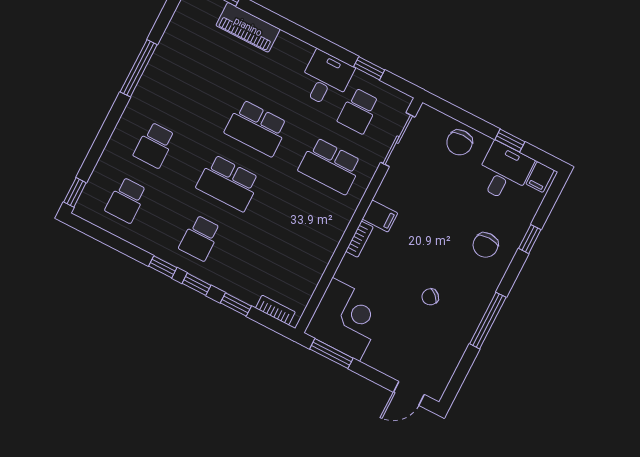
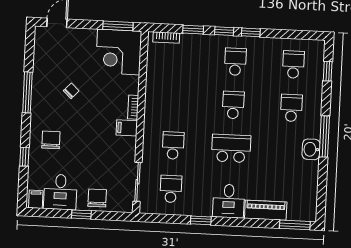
window: (139, 68) -> (324, 136), moved
window: (369, 68) -> (201, 220), moved
desk: (326, 79) -> (229, 201), moved
washbasin: (153, 80) -> (311, 149), added
window: (510, 141) -> (81, 214), moved
school desk: (330, 166) -> (173, 146), width x0.54
school desk: (228, 183) -> (233, 105), width x0.54
window: (75, 192) -> (328, 71), moved

